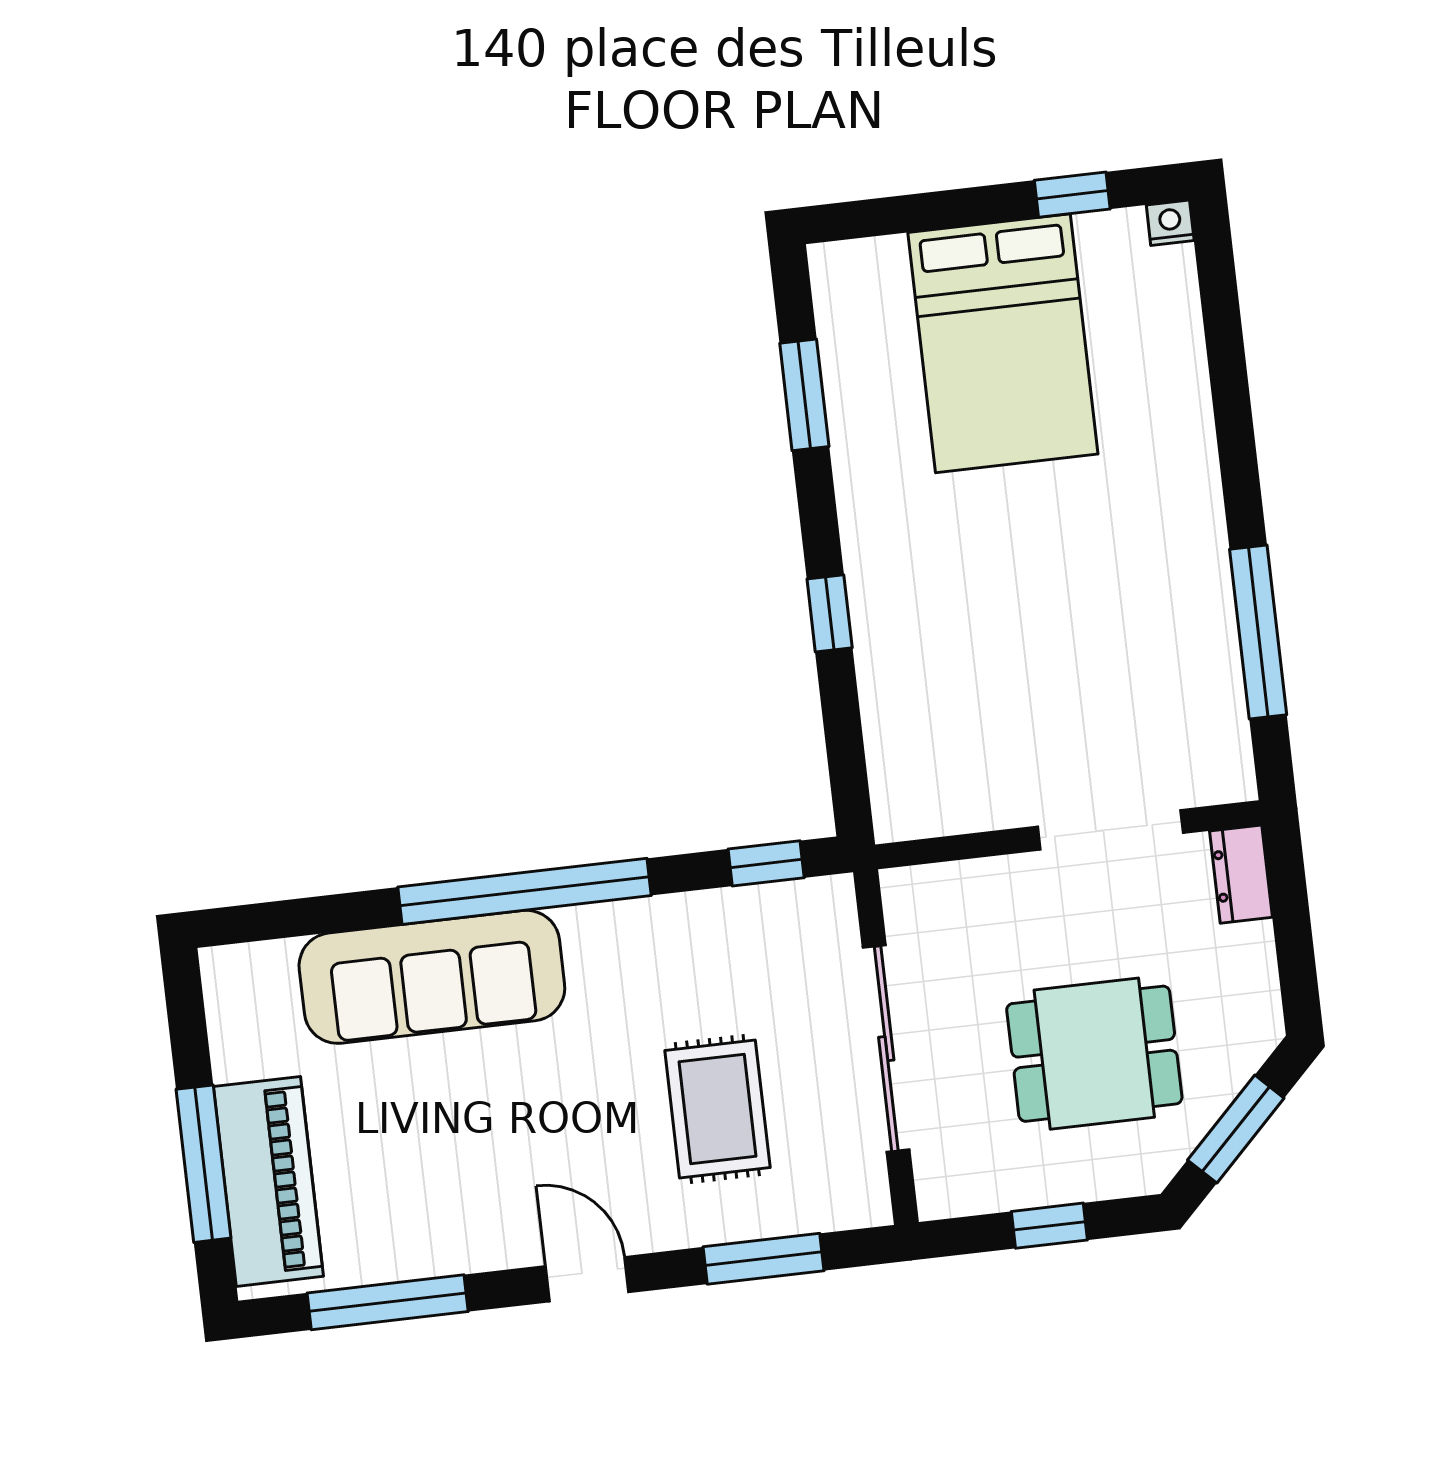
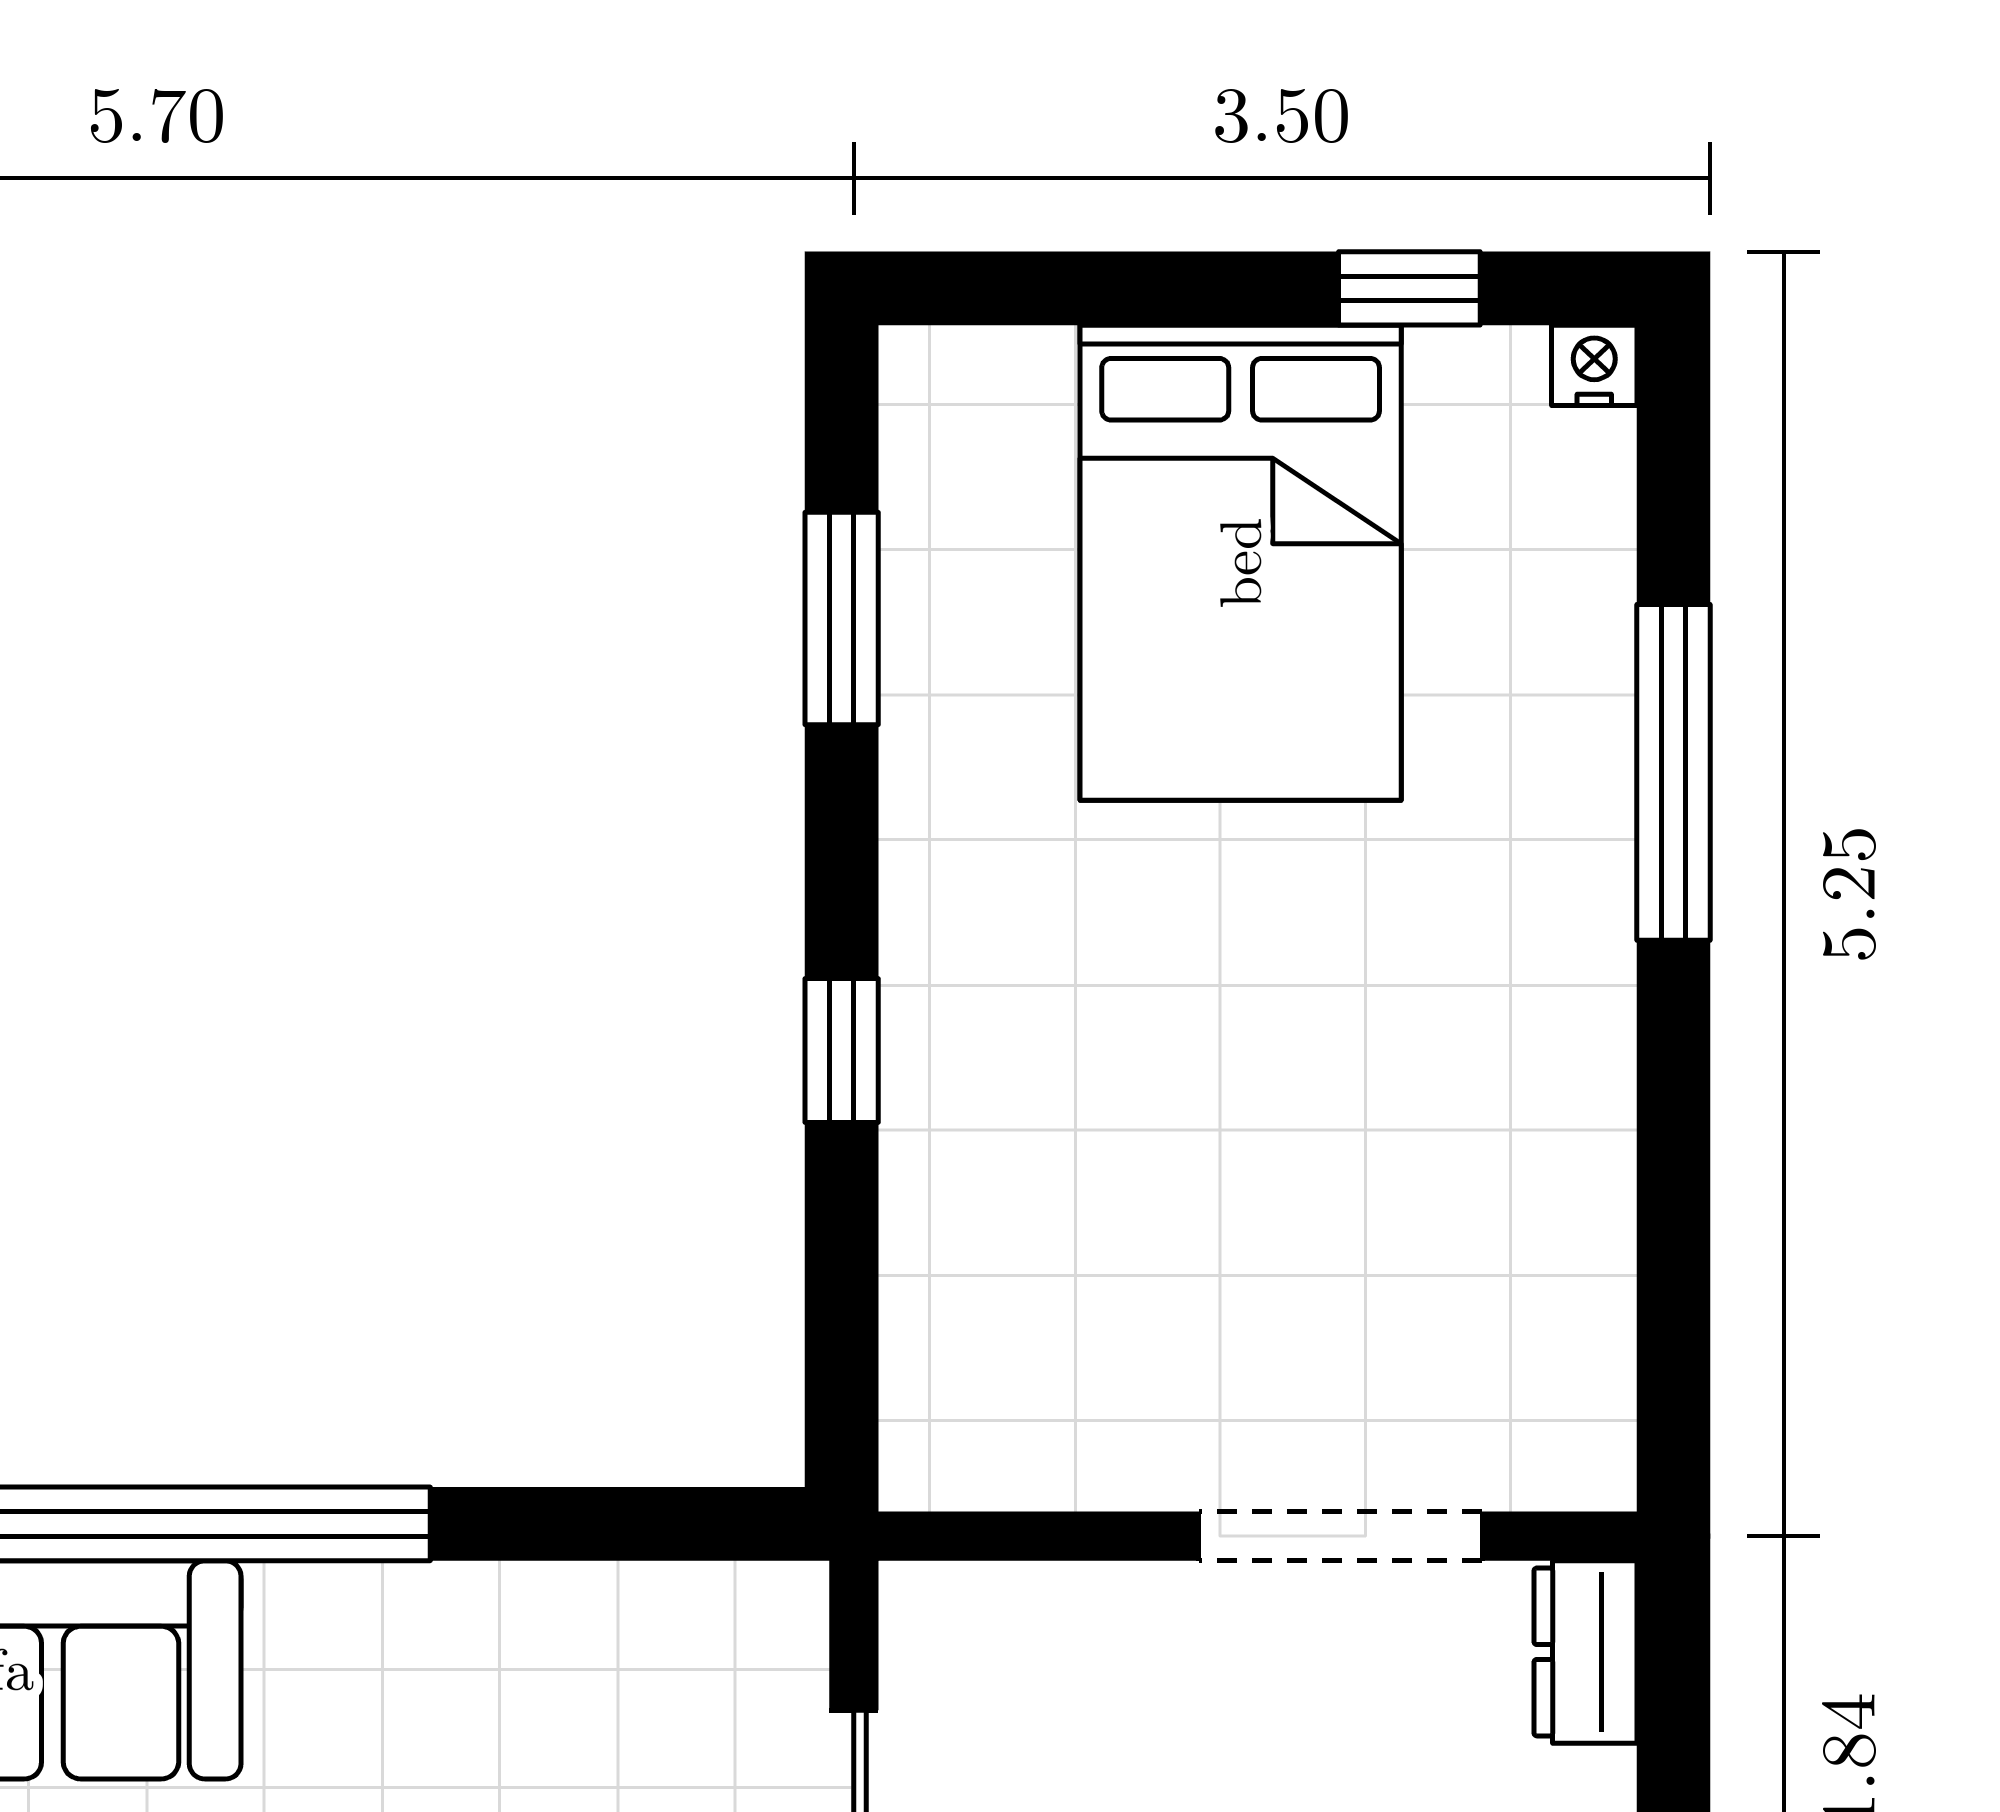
window: (1258, 632) -> (1674, 772), moved
window: (766, 863) -> (661, 1524), removed

